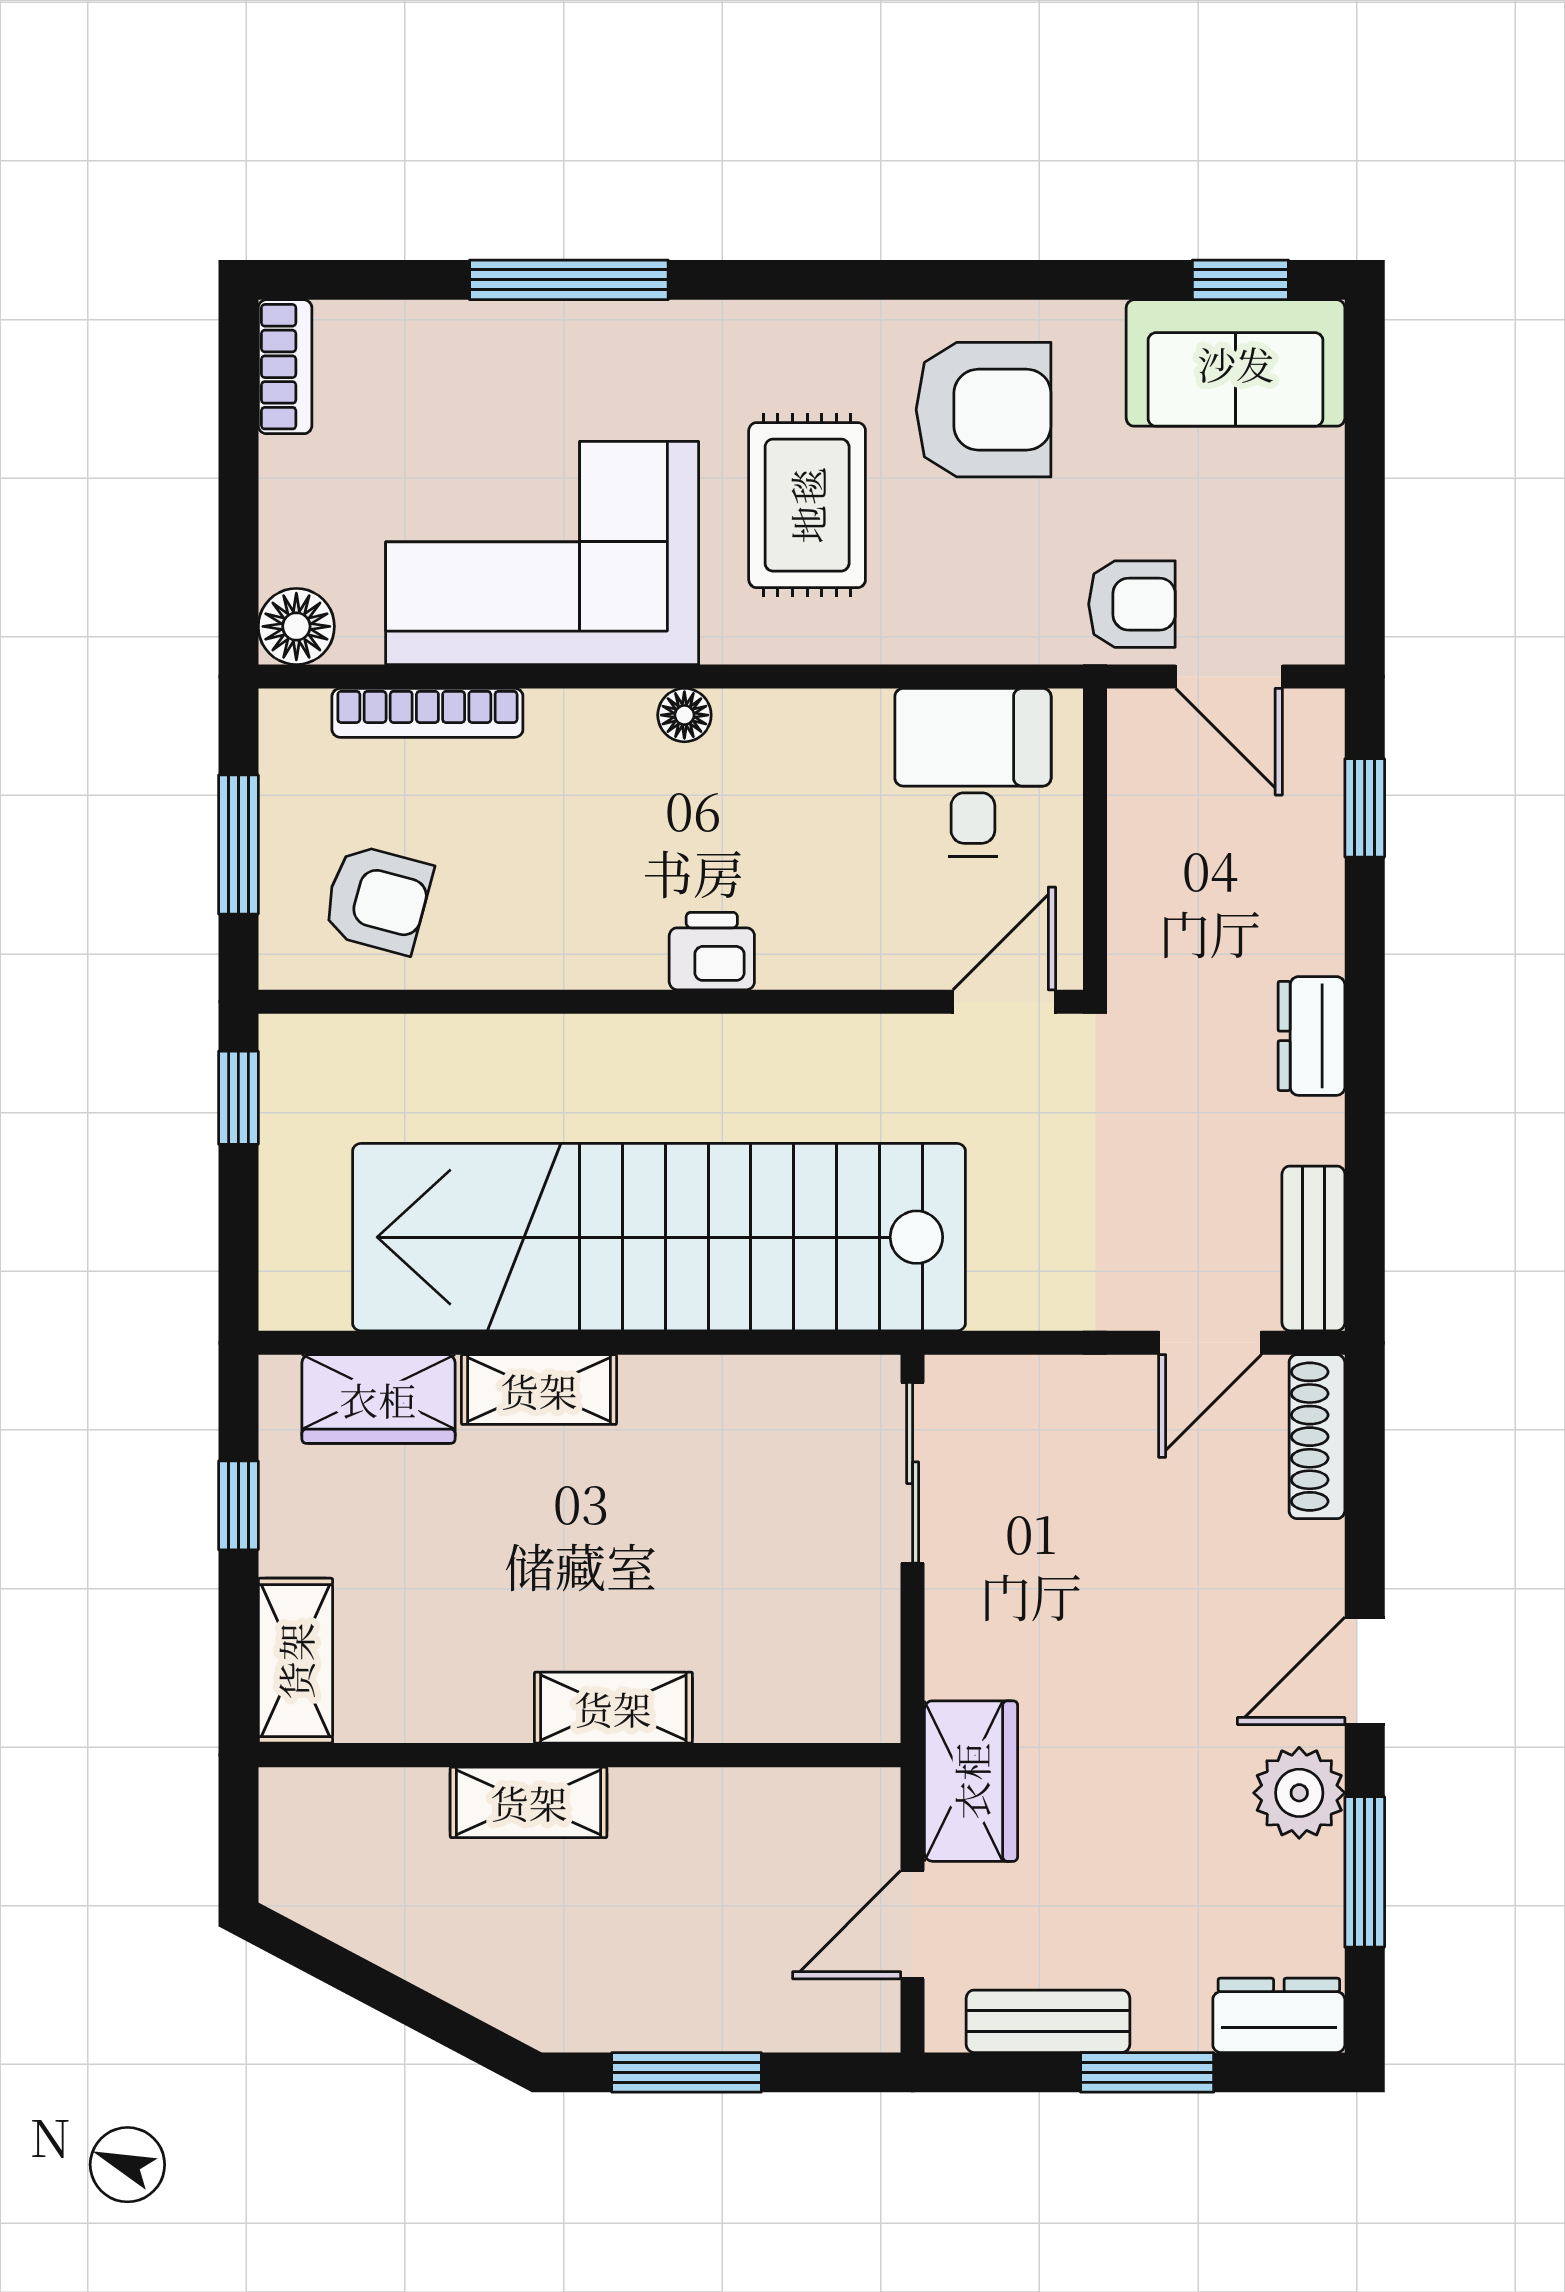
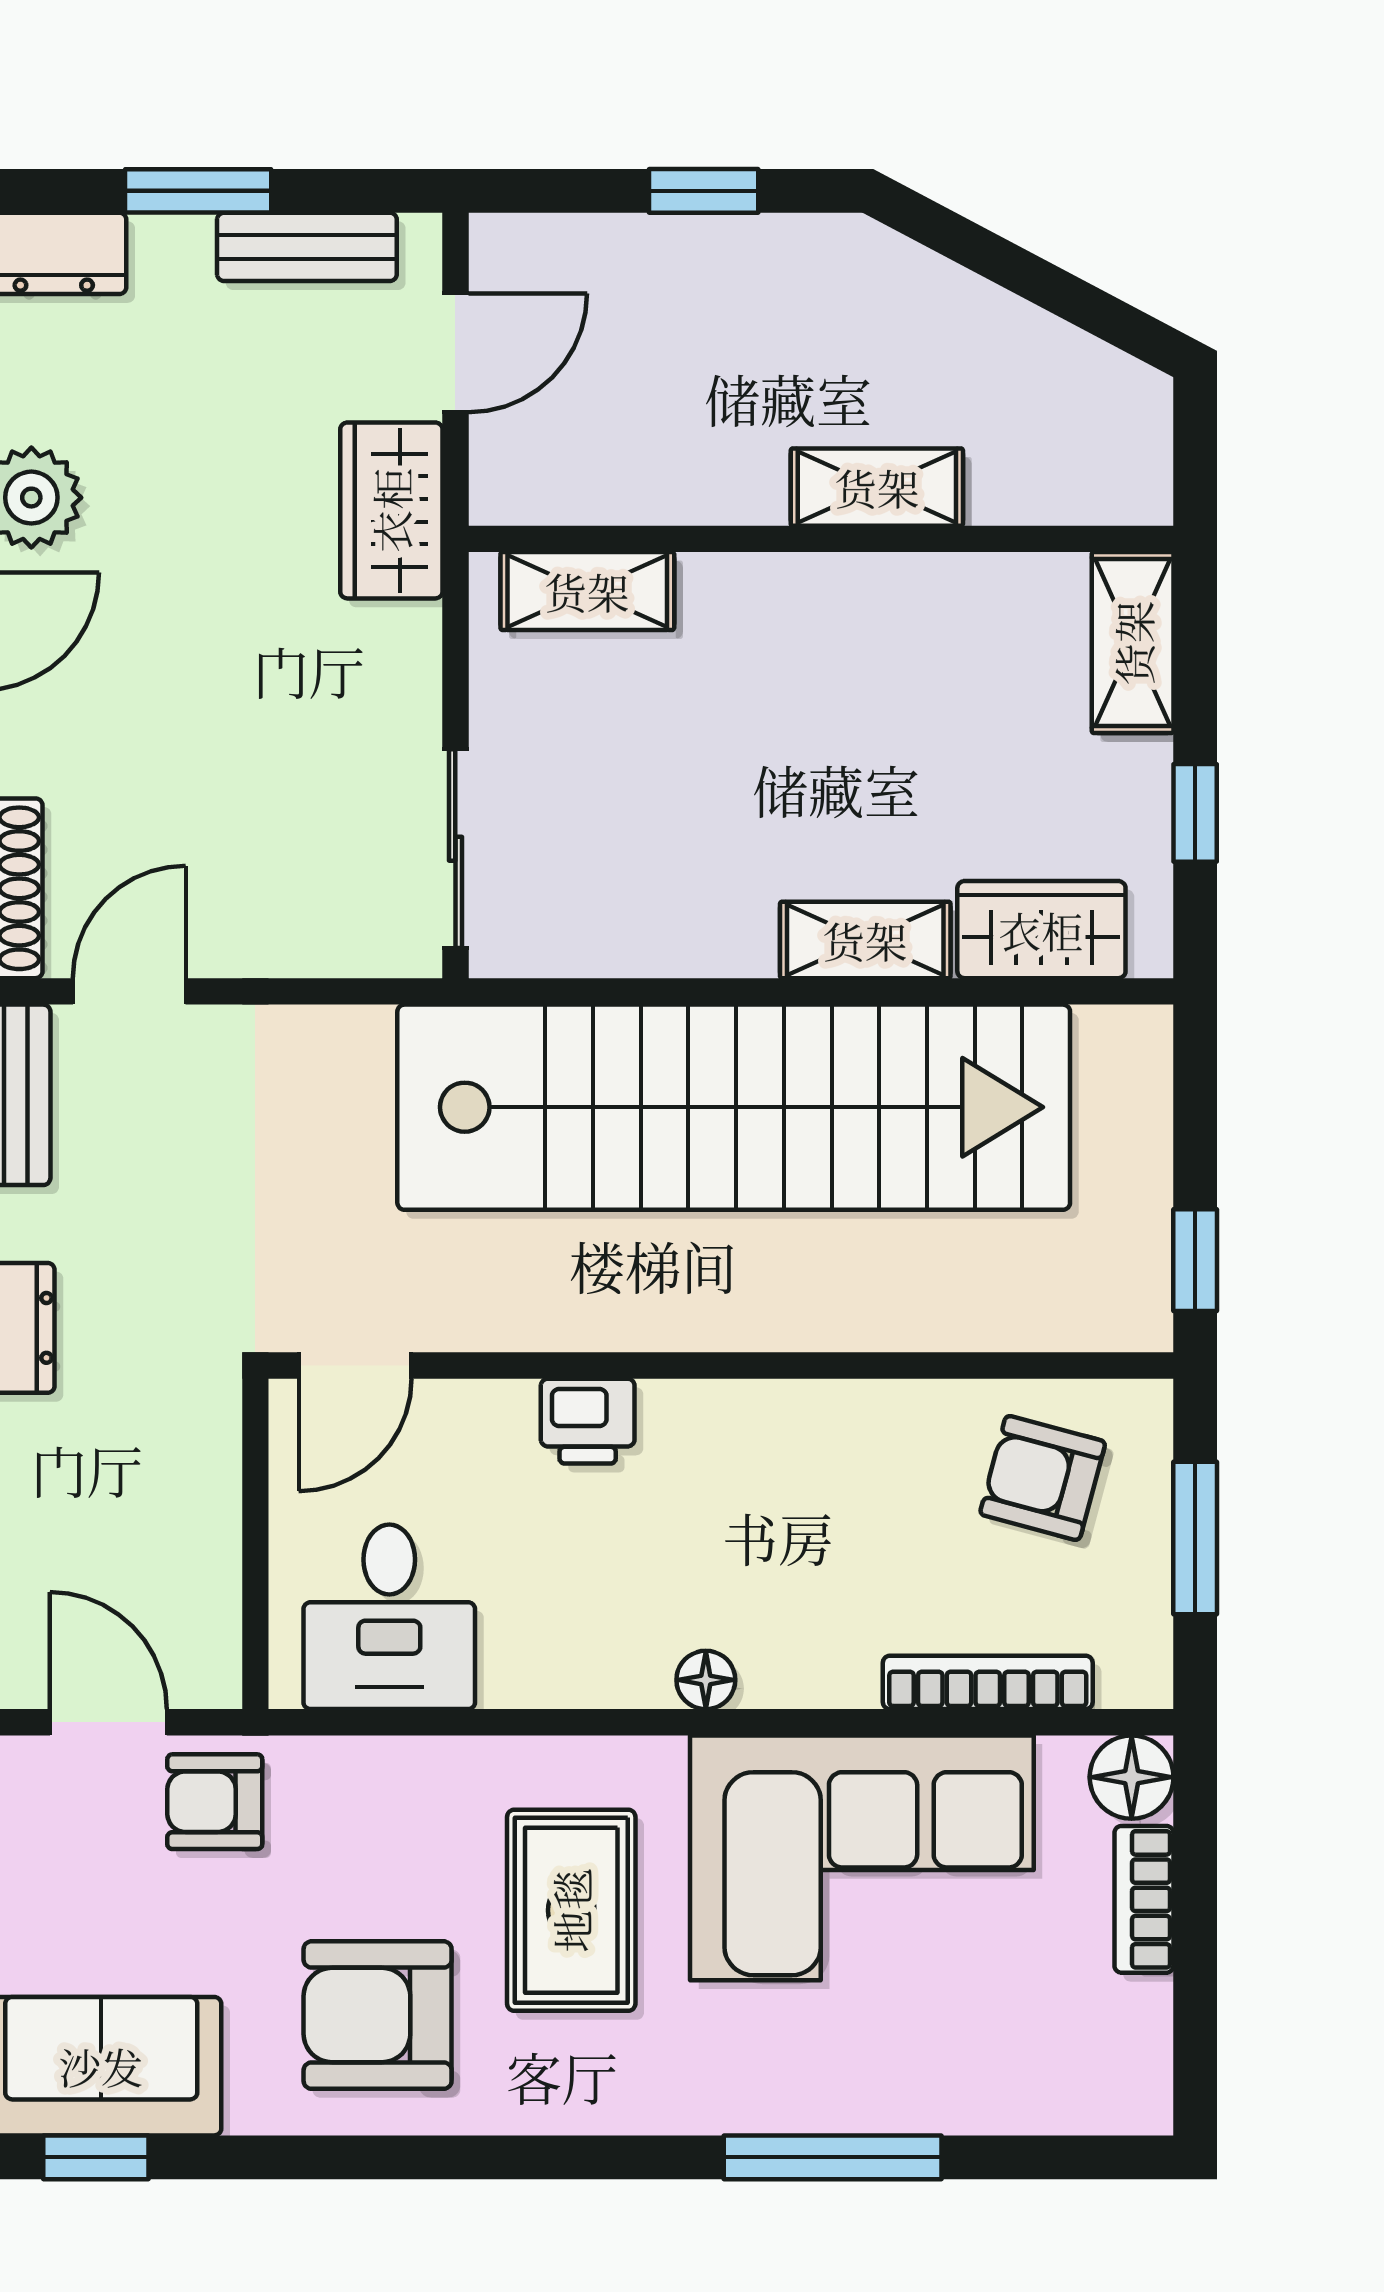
bookcase: (285, 367) -> (1144, 1899), moved
printer: (712, 951) -> (588, 1421), moved
shelving: (613, 1708) -> (587, 591), moved
window: (686, 2072) -> (704, 191), width x0.67

